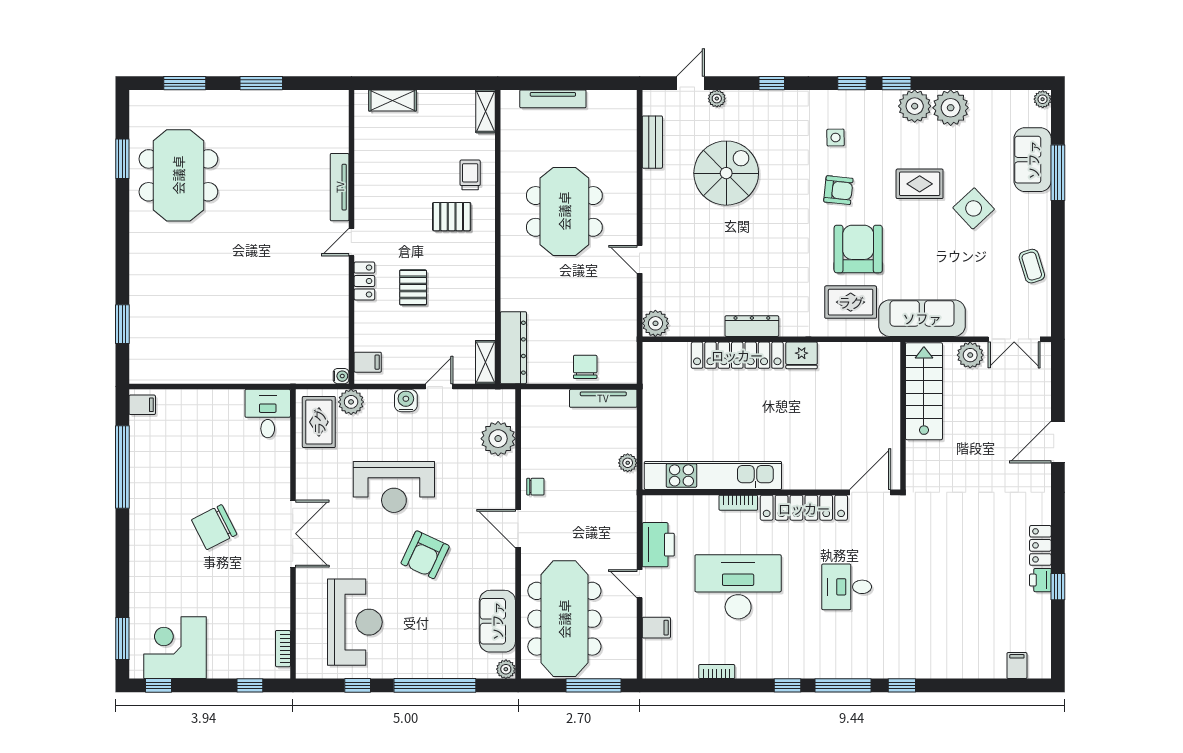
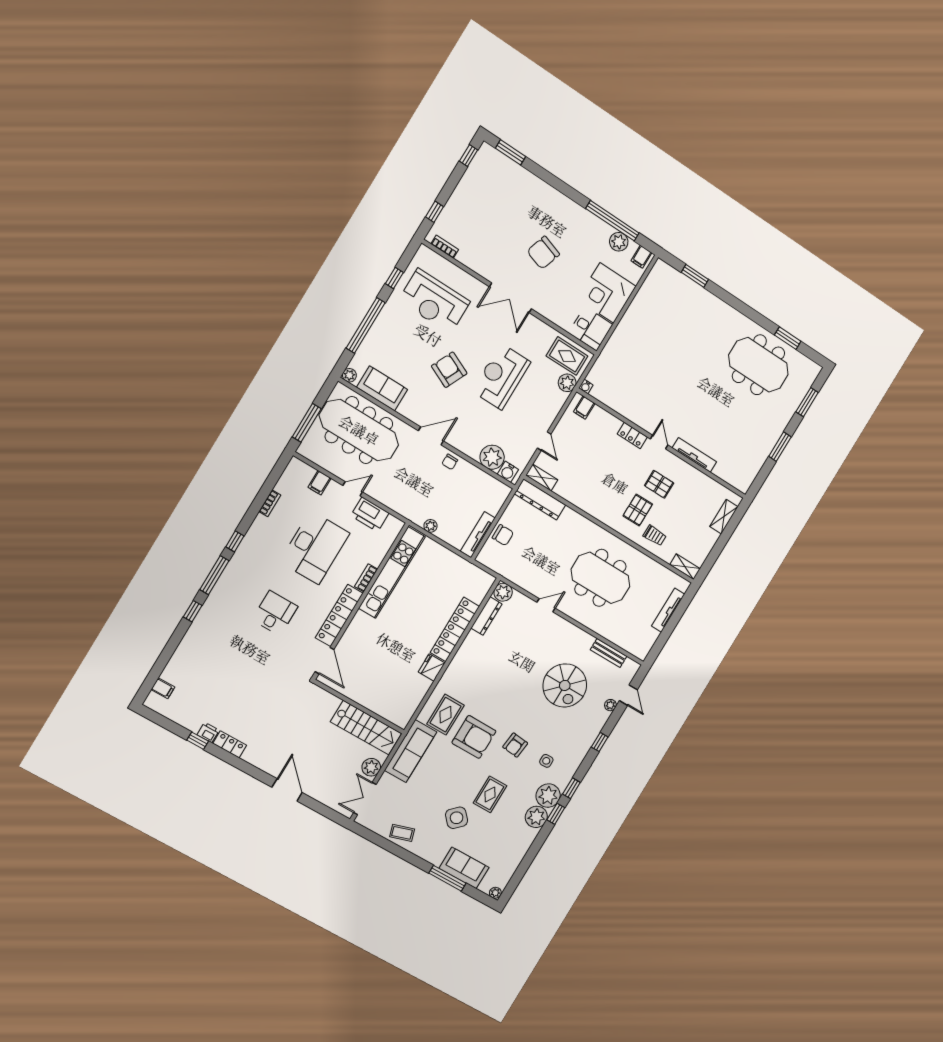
plant: (951, 108) -> (548, 796), moved
pallet: (413, 287) -> (659, 484), moved
dresser: (752, 326) -> (486, 616), moved
water cooler: (406, 401) -> (508, 472), moved, turned 90
plant: (142, 444) -> (619, 242), added
chair: (214, 527) -> (543, 253), turned -135
corner desk: (175, 648) -> (607, 293), moved, turned 180

